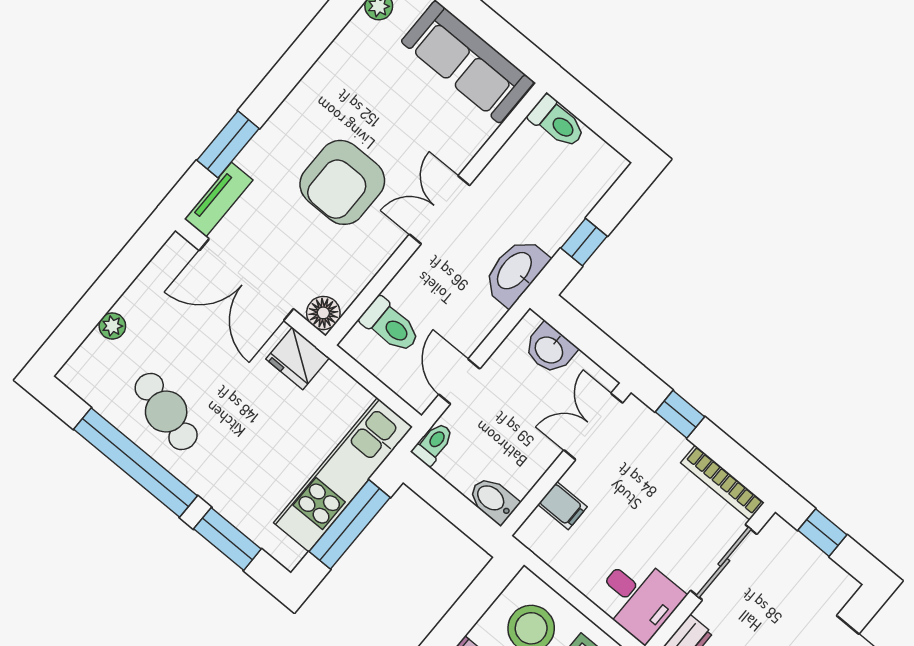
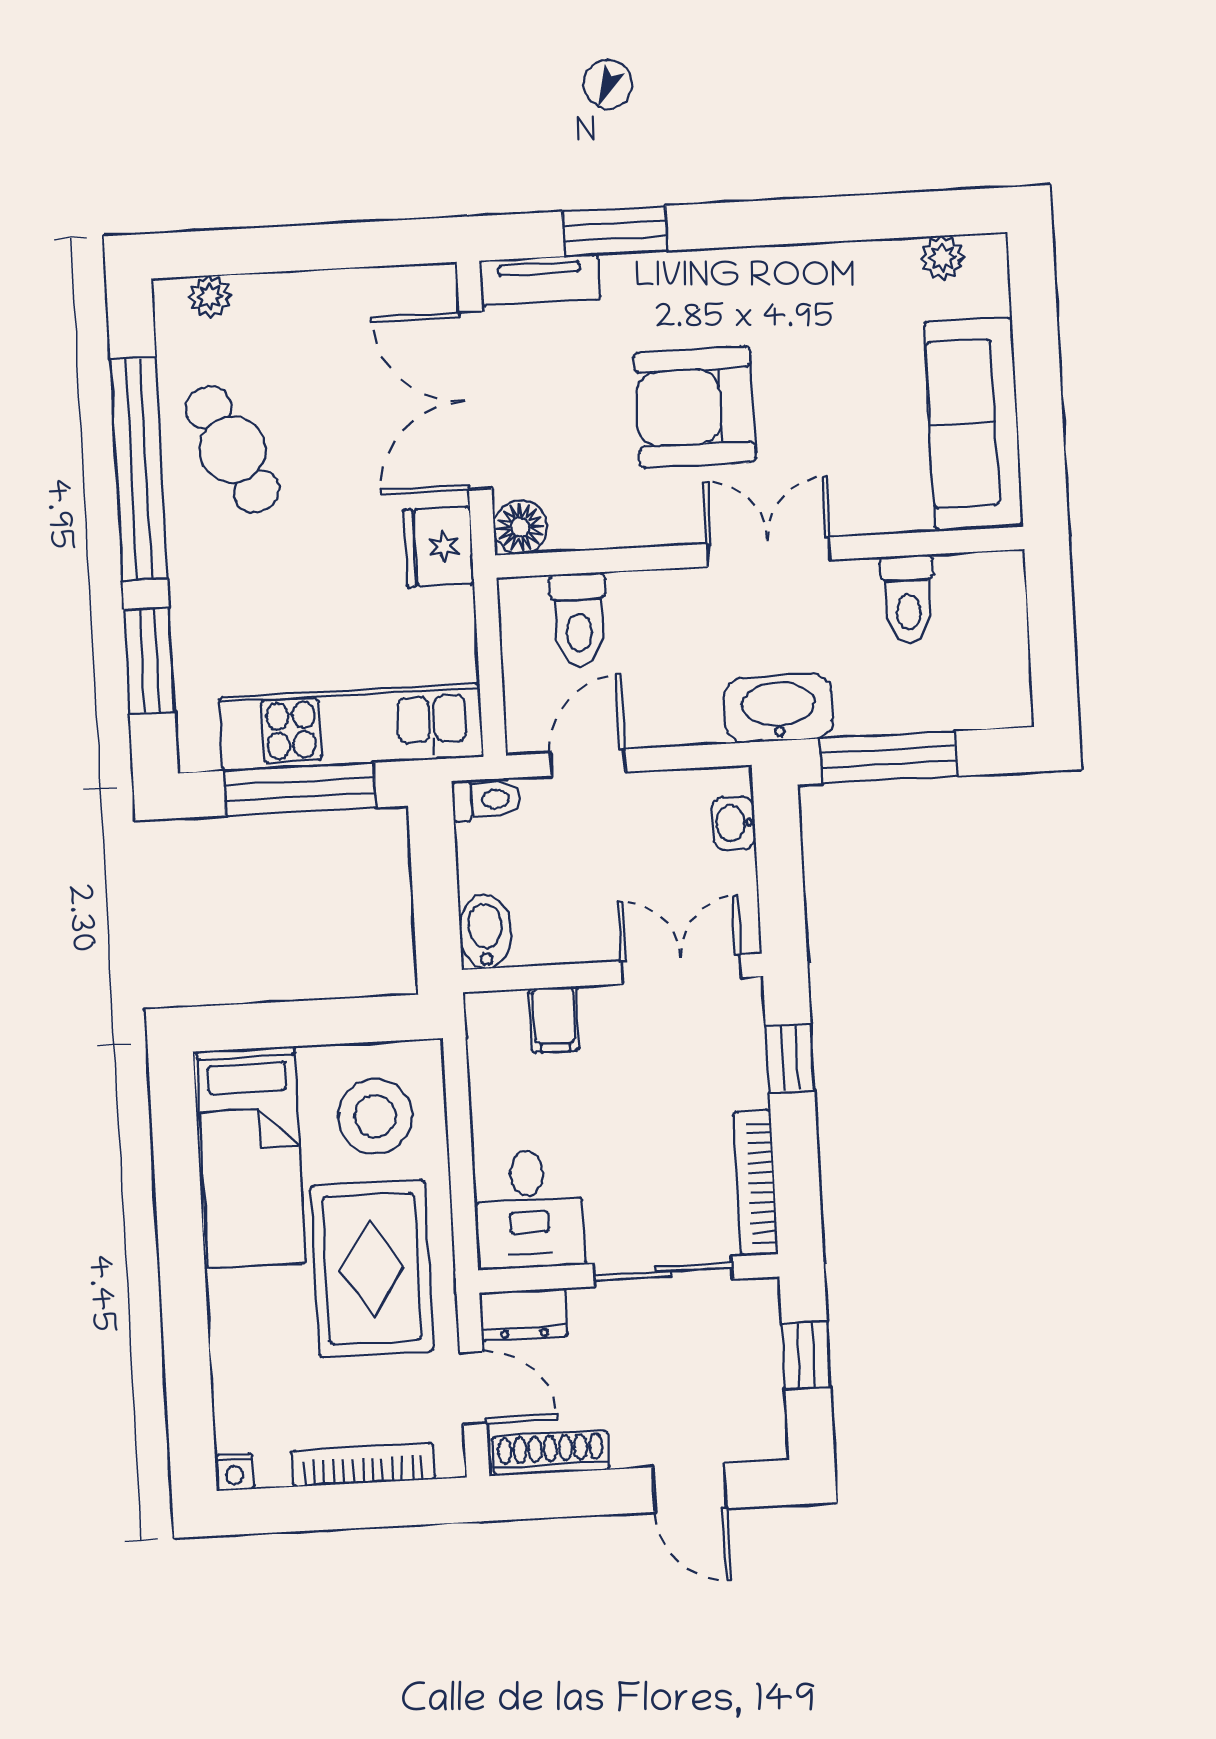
toilet: (557, 122) -> (908, 600), moved
window: (584, 242) -> (888, 757), width x2.17
plant: (112, 326) -> (210, 296), moved
washbasin: (550, 349) -> (734, 823), width x0.72, depth x0.69
cafe table: (166, 412) -> (232, 450), turned -43

